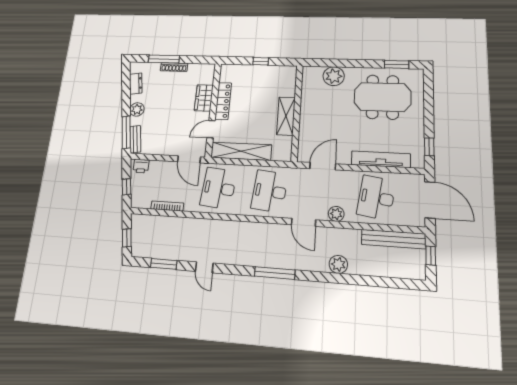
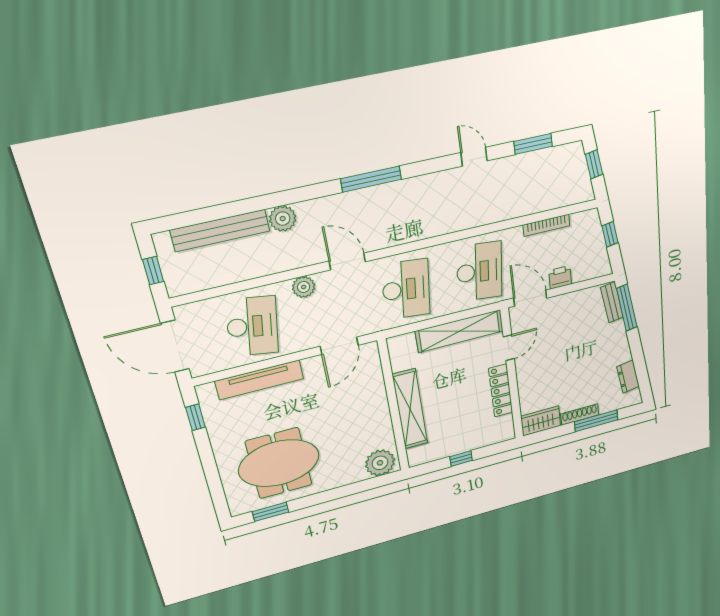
plant: (334, 76) -> (380, 463), moved
wardrobe: (204, 98) -> (541, 421), moved, turned -90
plant: (137, 109) -> (619, 343), removed
shelving: (286, 116) -> (410, 409), width x1.47
printer: (141, 166) -> (560, 277), moved
bench: (393, 239) -> (220, 231), moved

